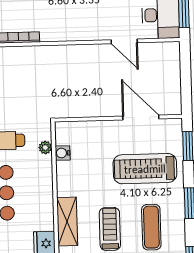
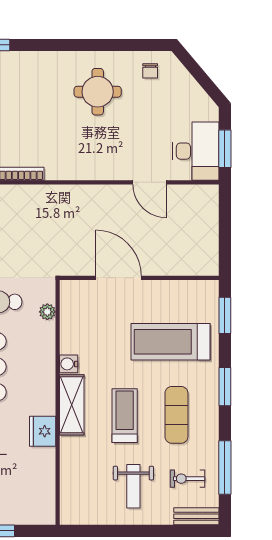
door: (141, 117) -> (119, 278), moved
water cooler: (63, 153) -> (69, 364), moved

